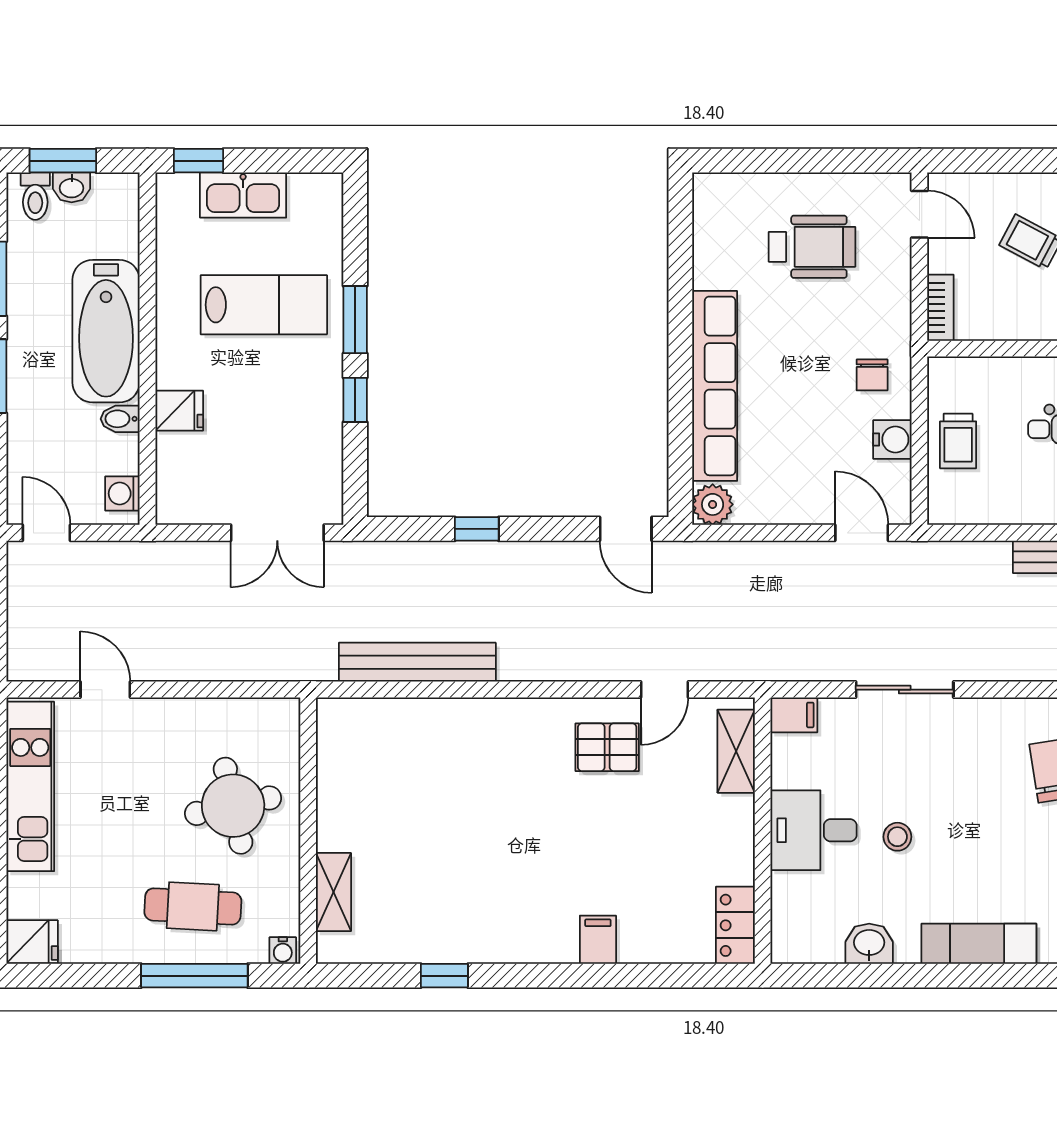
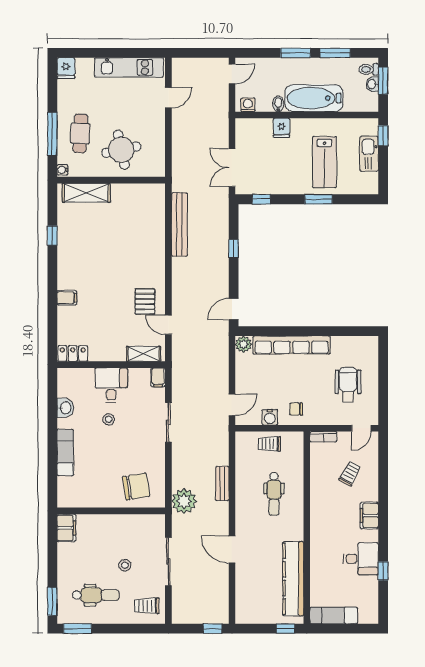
wheelchair: (812, 247) -> (348, 385), turned 180
window: (355, 400) -> (261, 199), moved
shelving: (334, 892) -> (86, 193), width x1.50, depth x1.33

